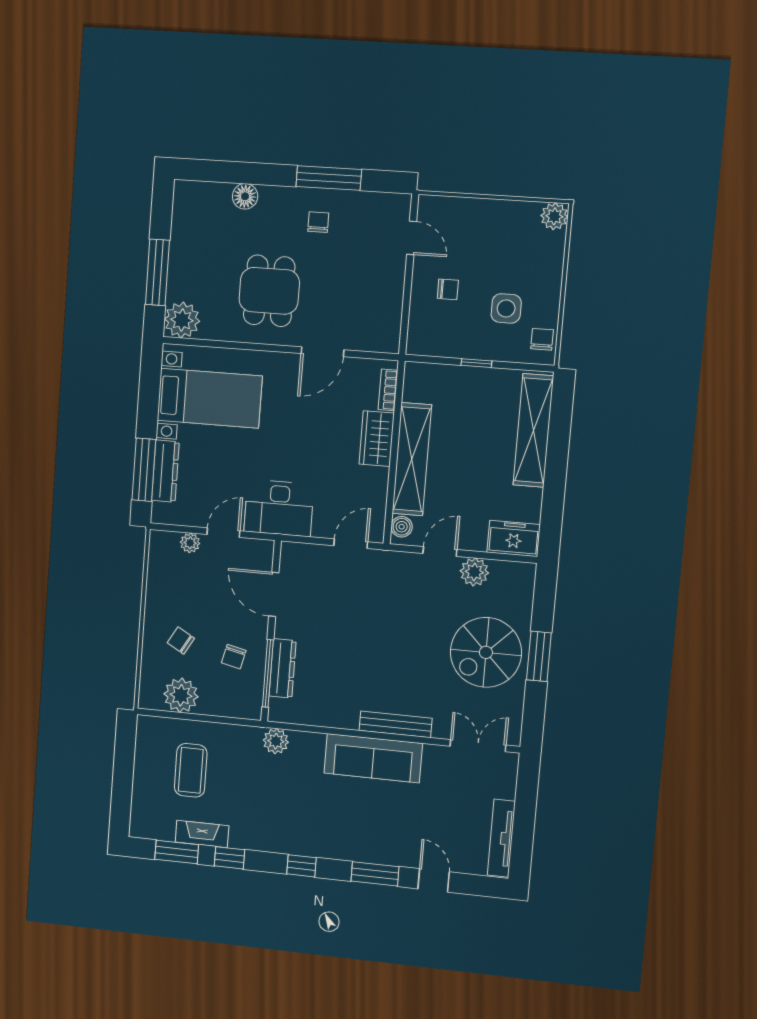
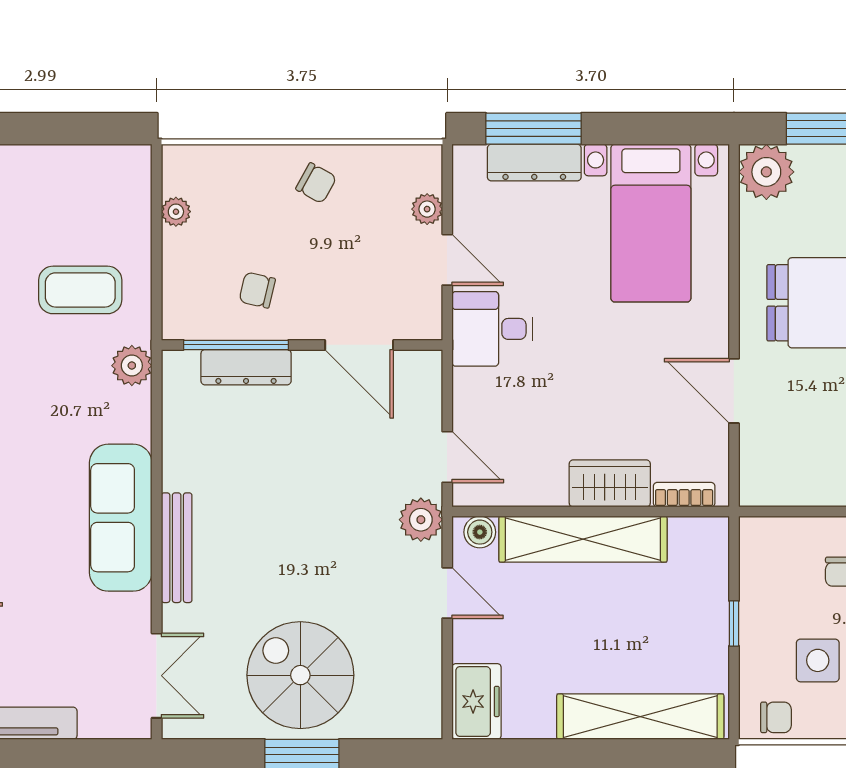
desk: (279, 508) -> (492, 329), width x0.73
plant: (474, 572) -> (421, 520), moved
door: (274, 594) -> (359, 345), swing flipped
chair: (181, 641) -> (316, 183), moved, turned 89
plant: (181, 695) -> (176, 212), width x0.53, depth x0.53
coffee table: (191, 770) -> (80, 290), moved

